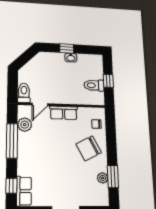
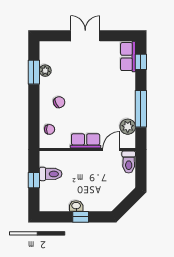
chair: (89, 148) -> (59, 102), width x0.54, depth x0.54

